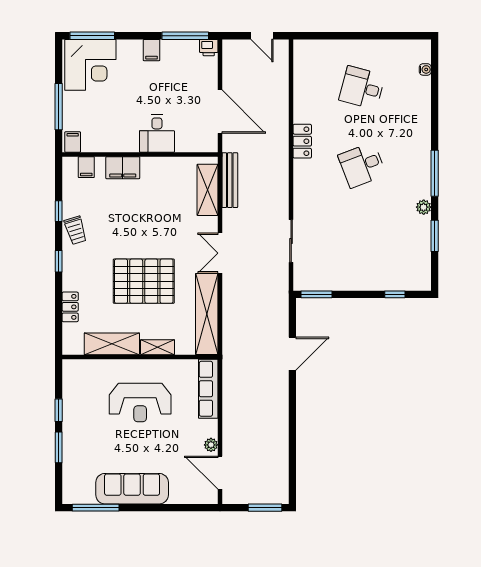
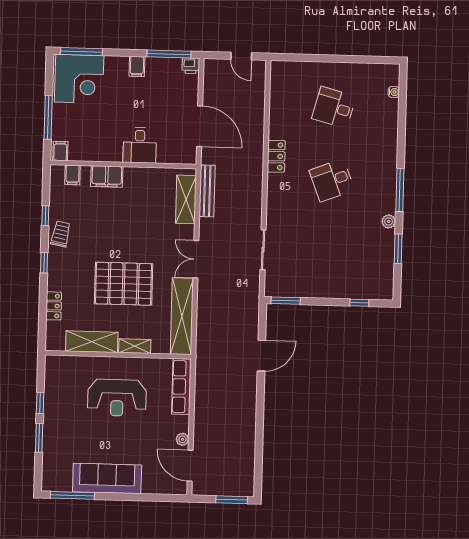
trolley: (75, 230) -> (61, 234), turned -152

